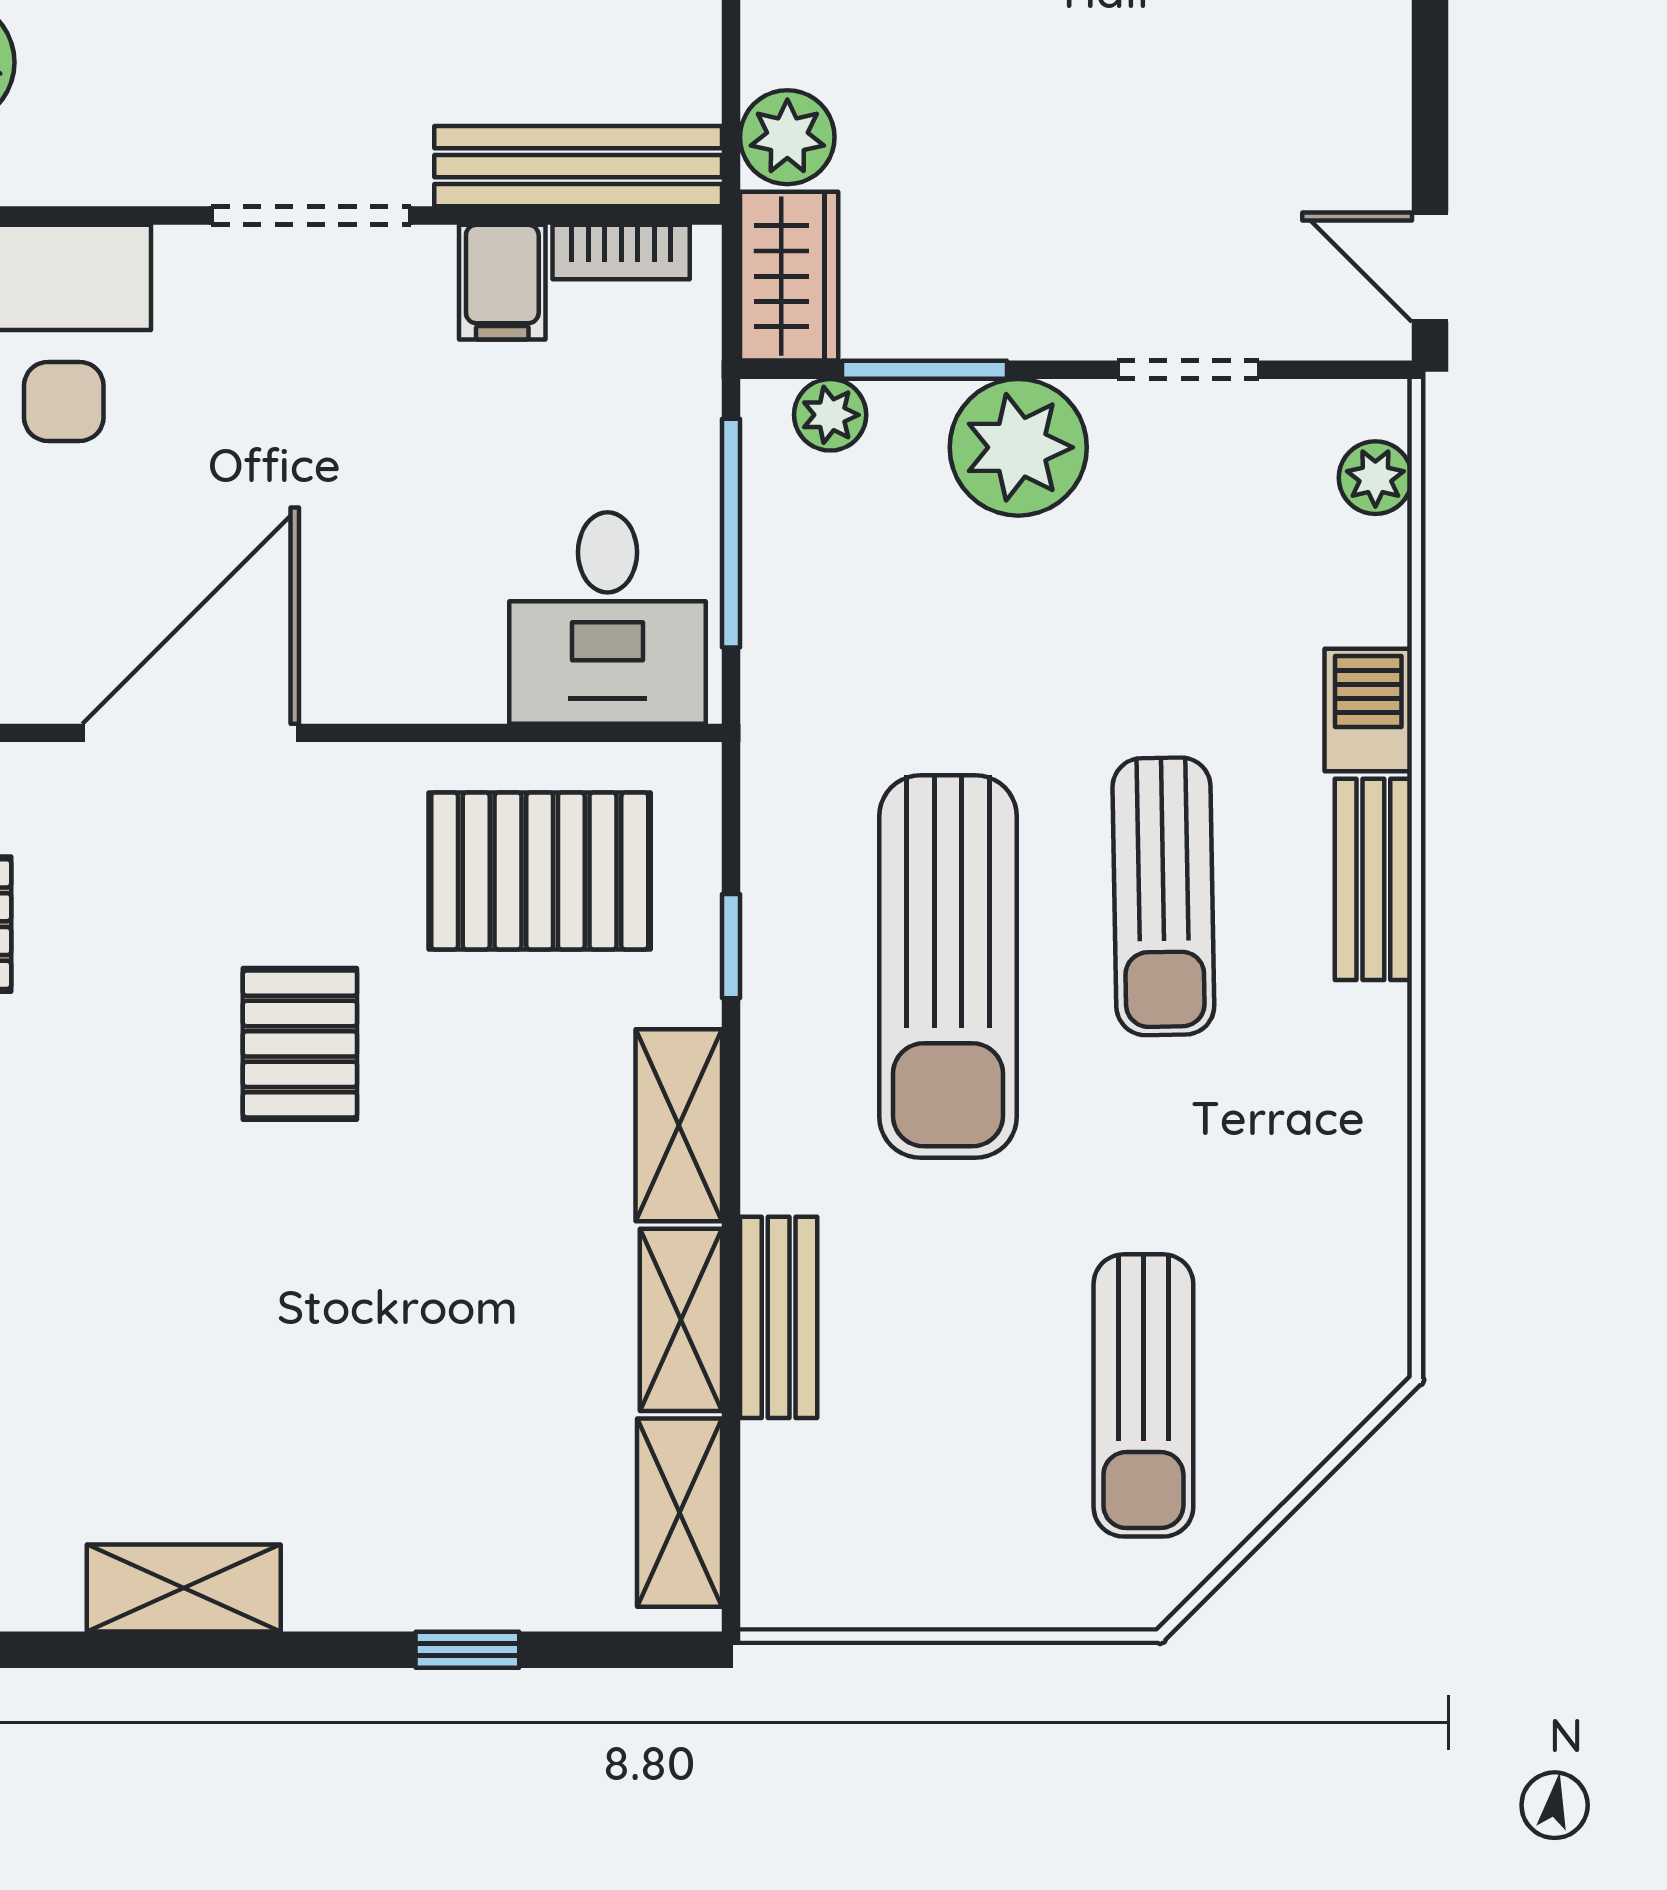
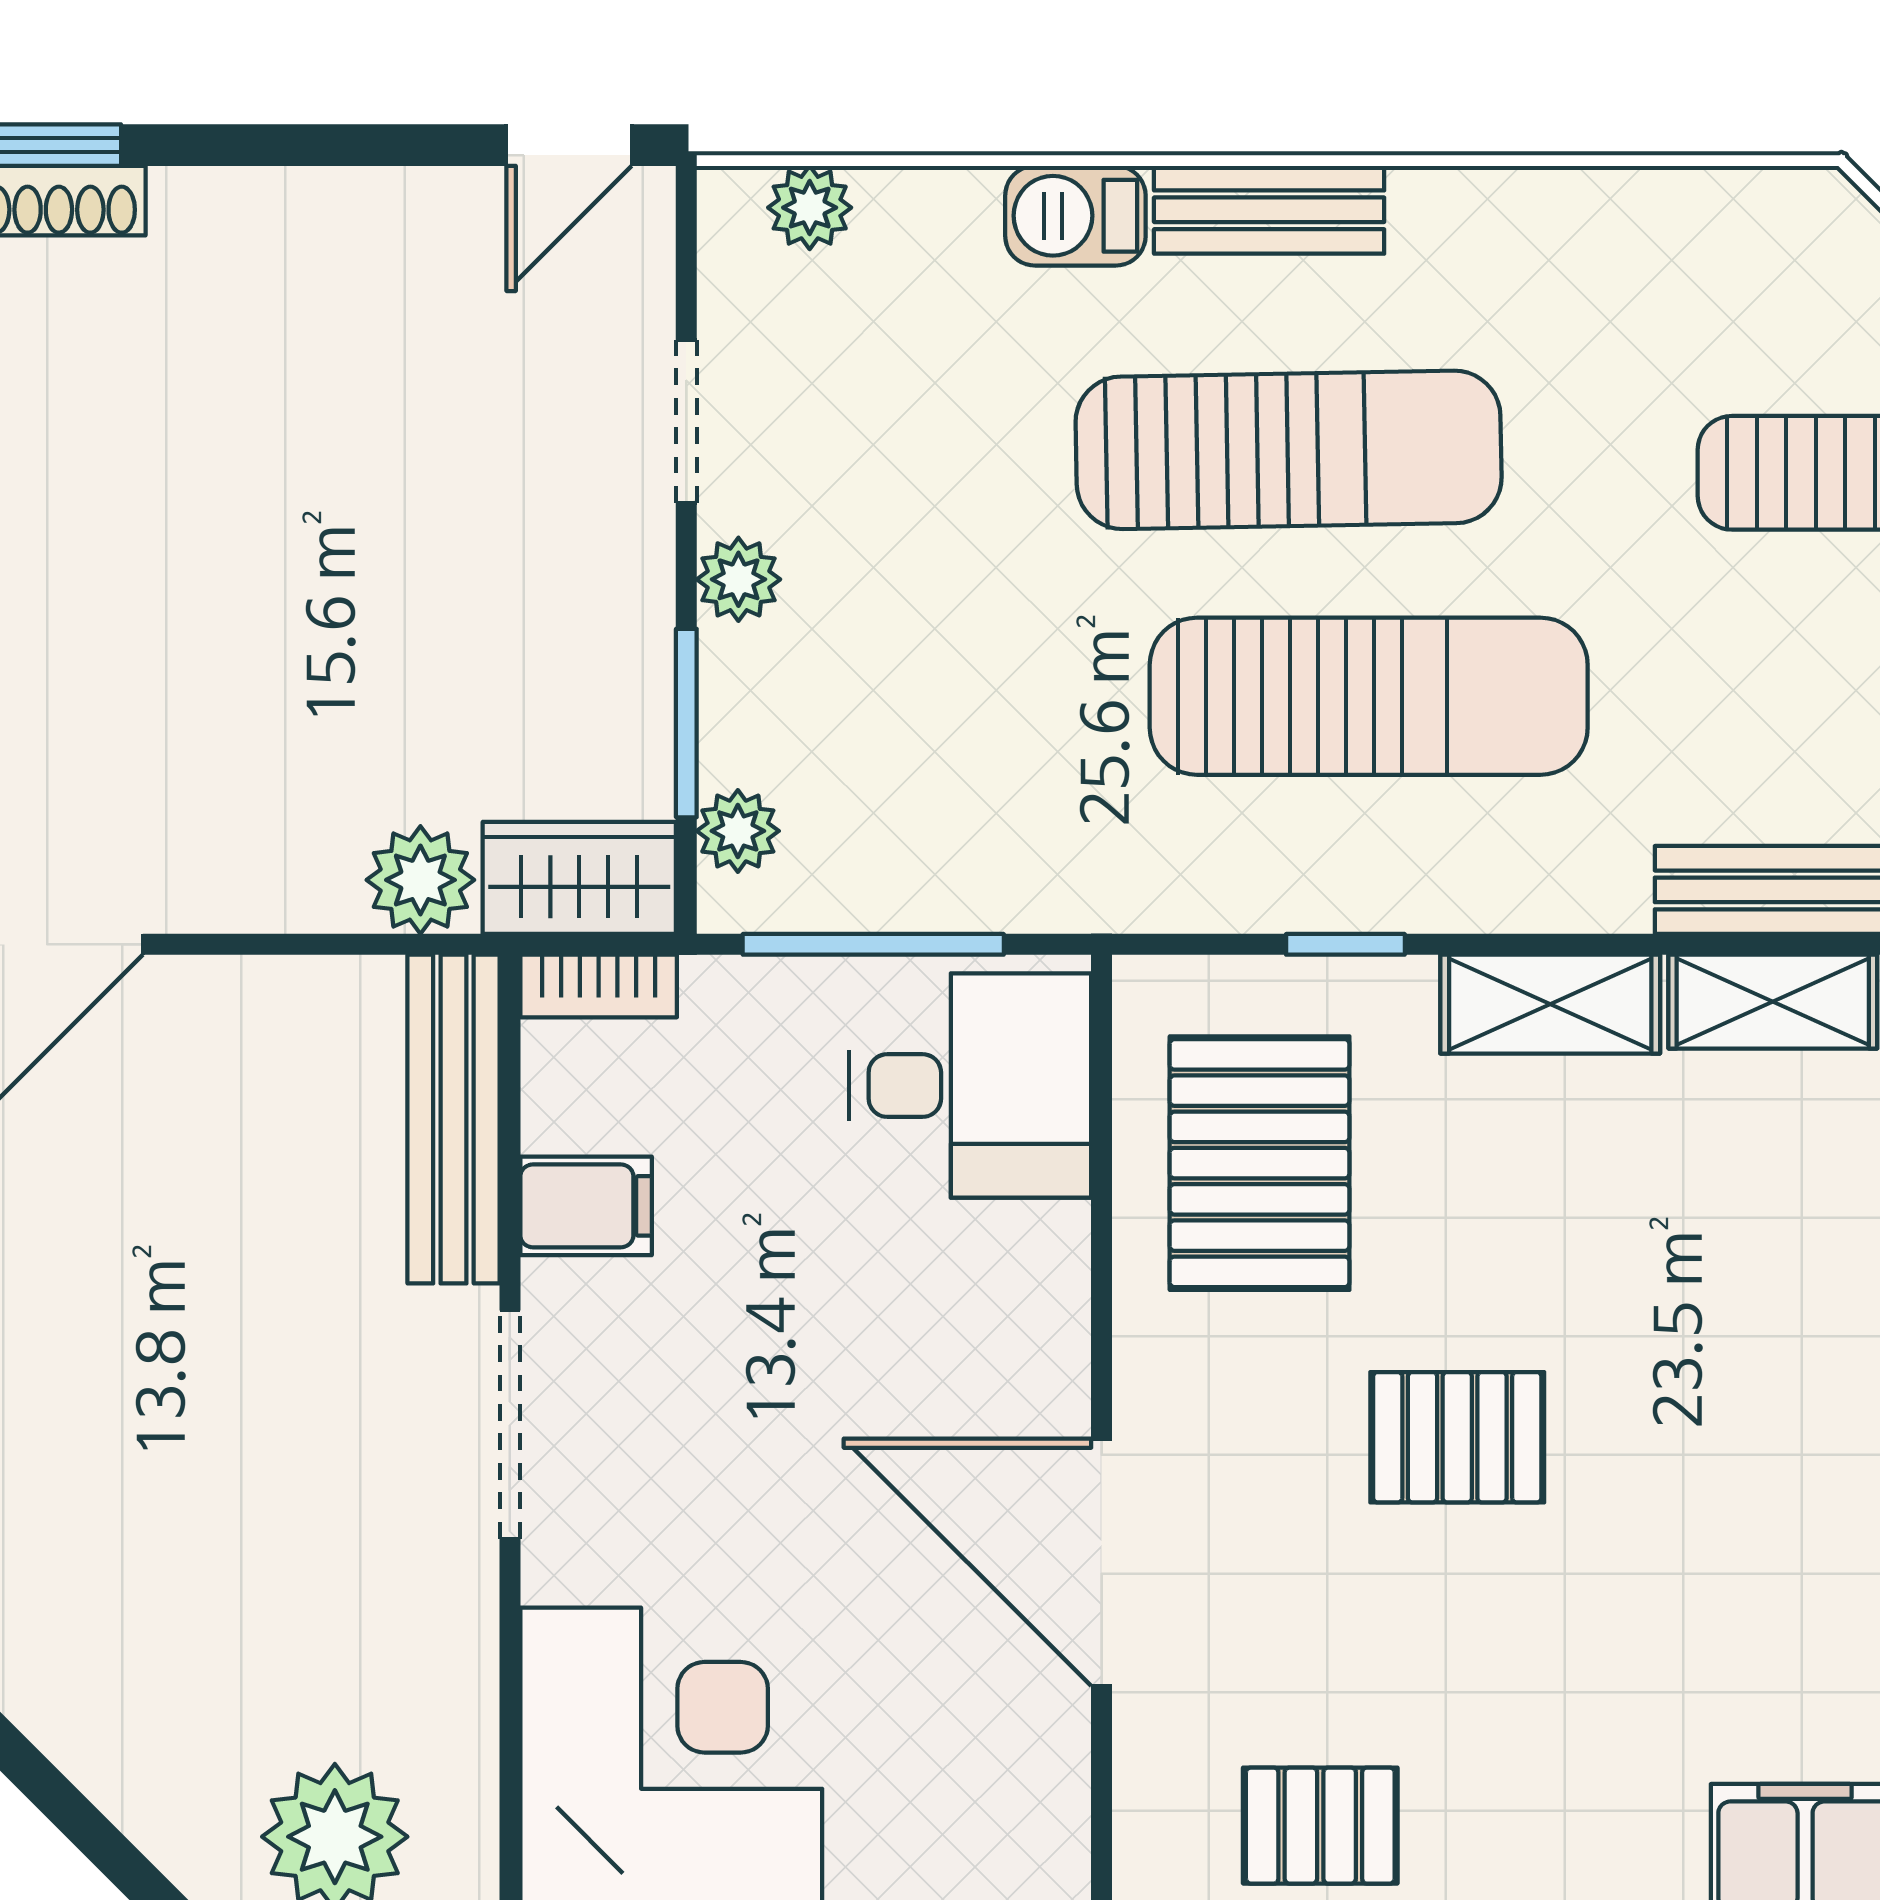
bookcase: (621, 252) -> (599, 986), moved, turned 90
plant: (1018, 447) -> (738, 579), width x0.53, depth x0.53
sun lounger: (1163, 896) -> (1289, 450), width x1.36, depth x1.34

